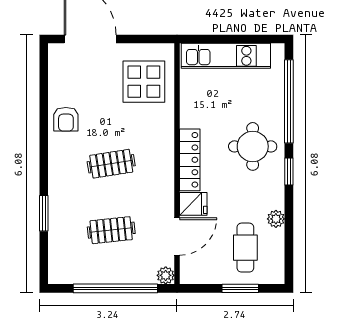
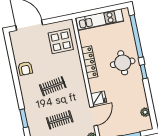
locker: (190, 160) -> (89, 62), moved
plant: (276, 219) -> (145, 112), moved
cafe table: (245, 248) -> (129, 115), removed

